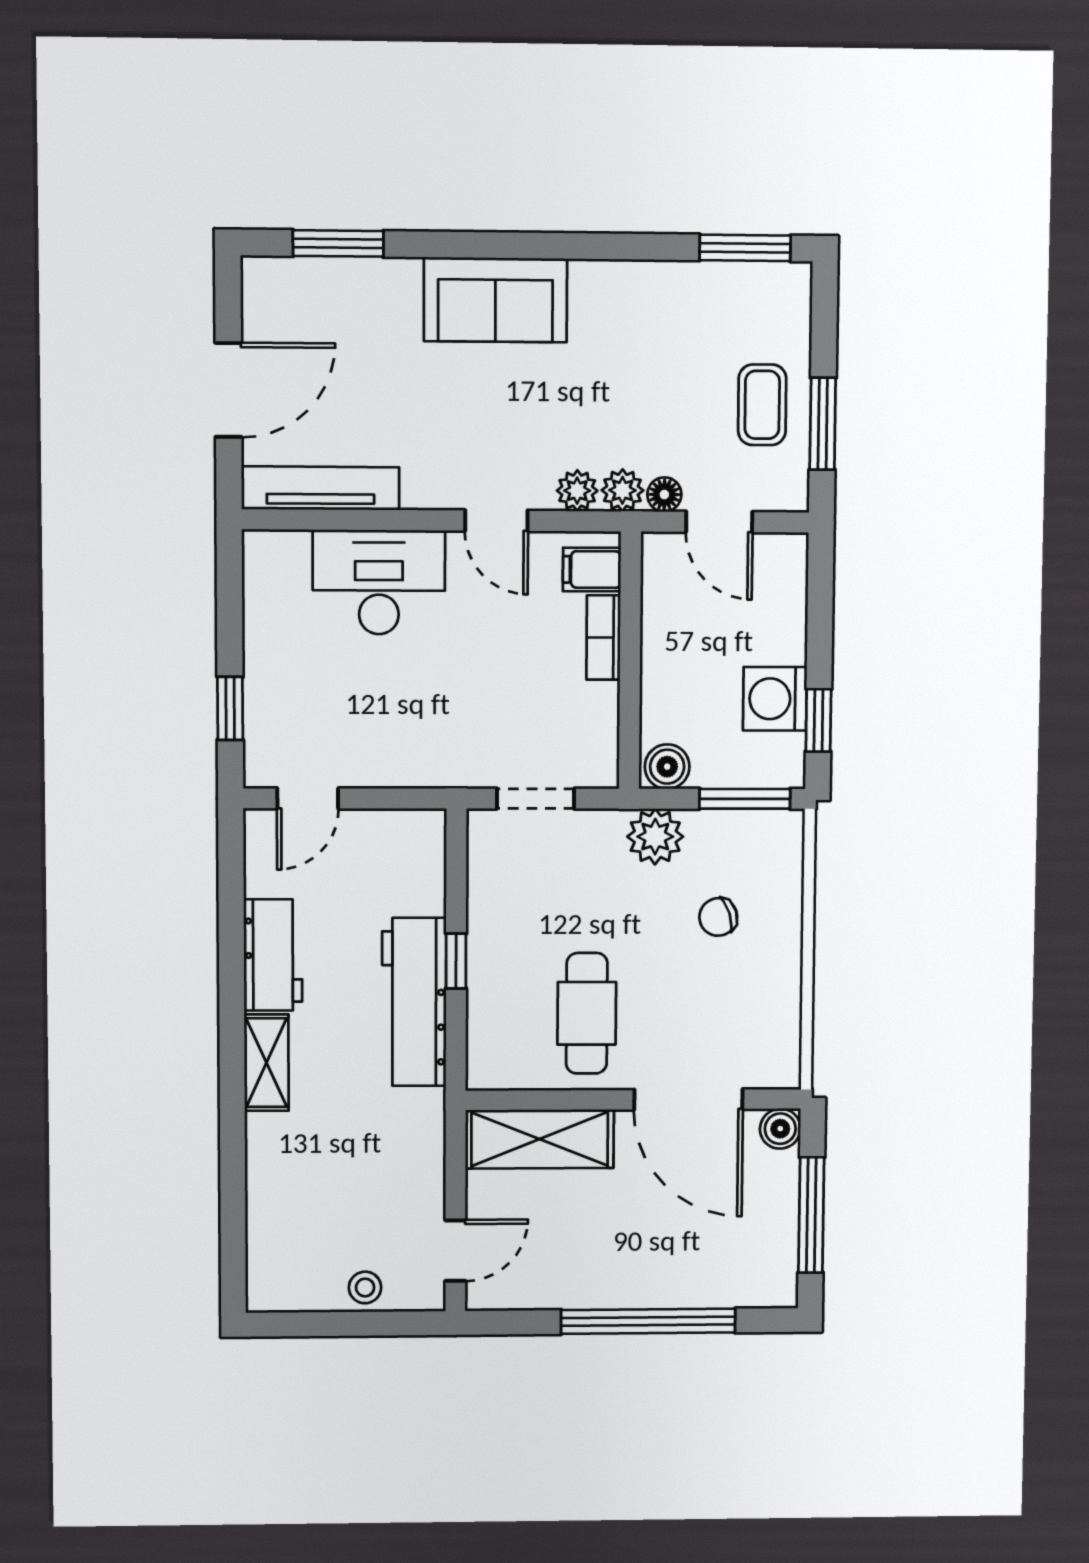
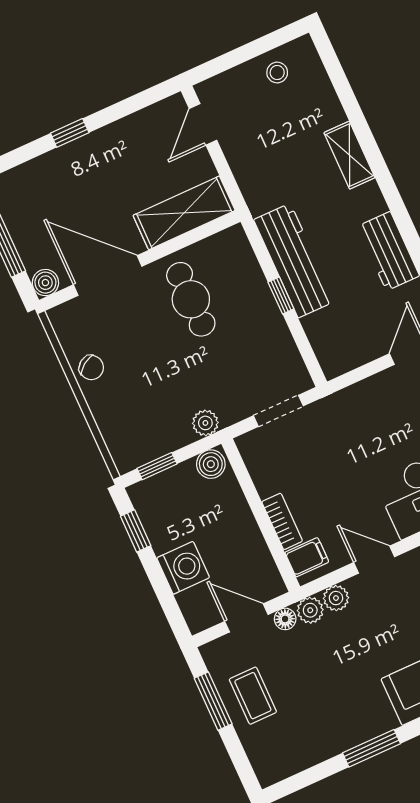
window: (745, 248) -> (371, 748), moved
washing machine: (775, 699) -> (183, 568), moved
window: (745, 799) -> (157, 466), width x0.67
plant: (655, 837) -> (205, 423), width x0.73, depth x0.73
chair: (718, 917) -> (91, 367), moved, turned 73
shelving: (266, 1063) -> (349, 155), moved
stool: (365, 1287) -> (277, 73), moved
window: (648, 1321) -> (70, 133), width x0.32

